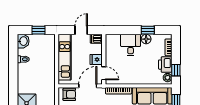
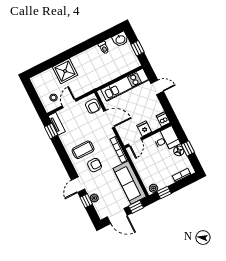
dishwasher: (96, 39) -> (163, 119), moved
fridge: (96, 59) -> (144, 129), moved
wall: (104, 59) -> (148, 136), moved
printer: (165, 65) -> (164, 180), removed
door: (104, 73) -> (135, 142), moved

